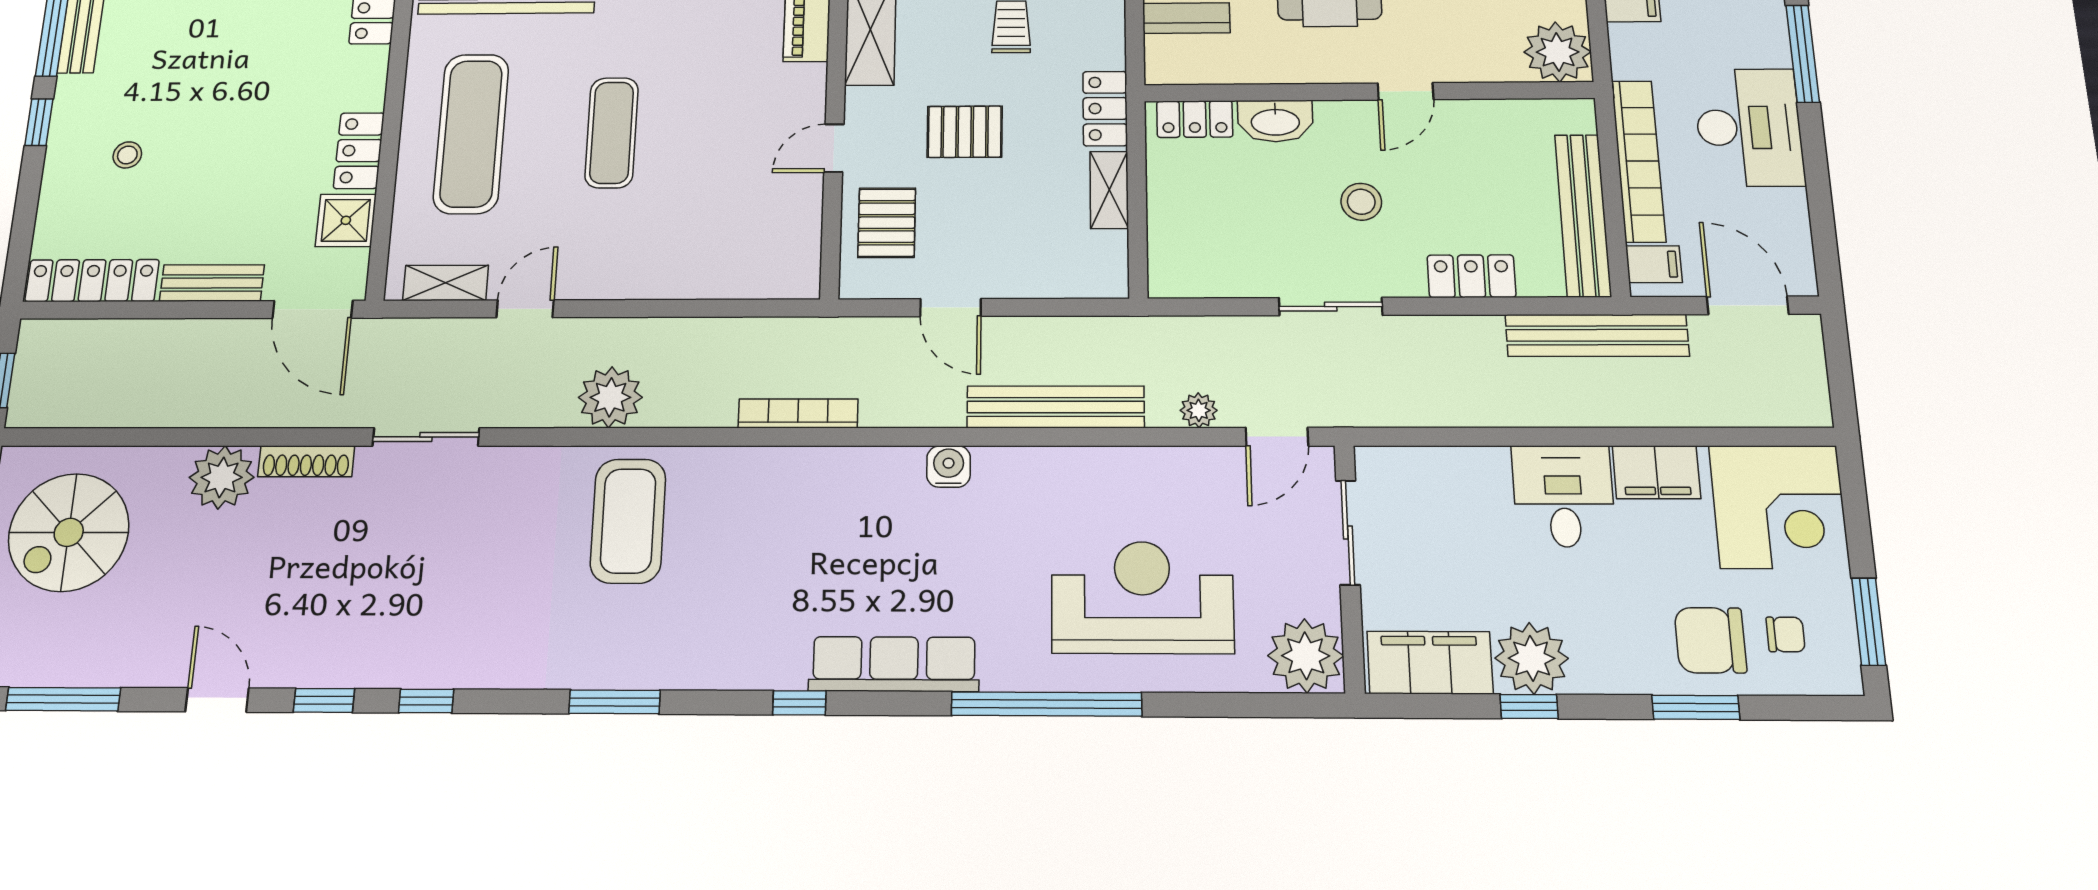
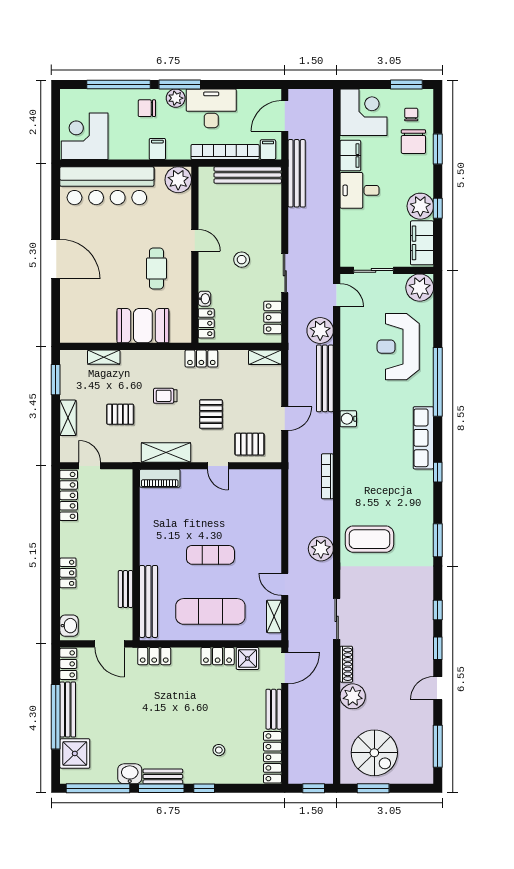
plant: (1766, 44) -> (176, 98), added
washbasin: (1275, 121) -> (204, 299), width x0.52, depth x0.69
shelving: (1109, 190) -> (265, 357), moved
locker: (1471, 276) -> (273, 318), moved
plant: (1199, 410) -> (320, 330), width x1.88, depth x1.88

